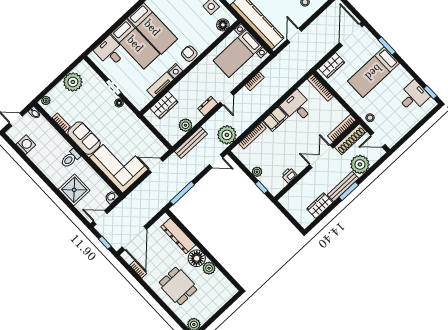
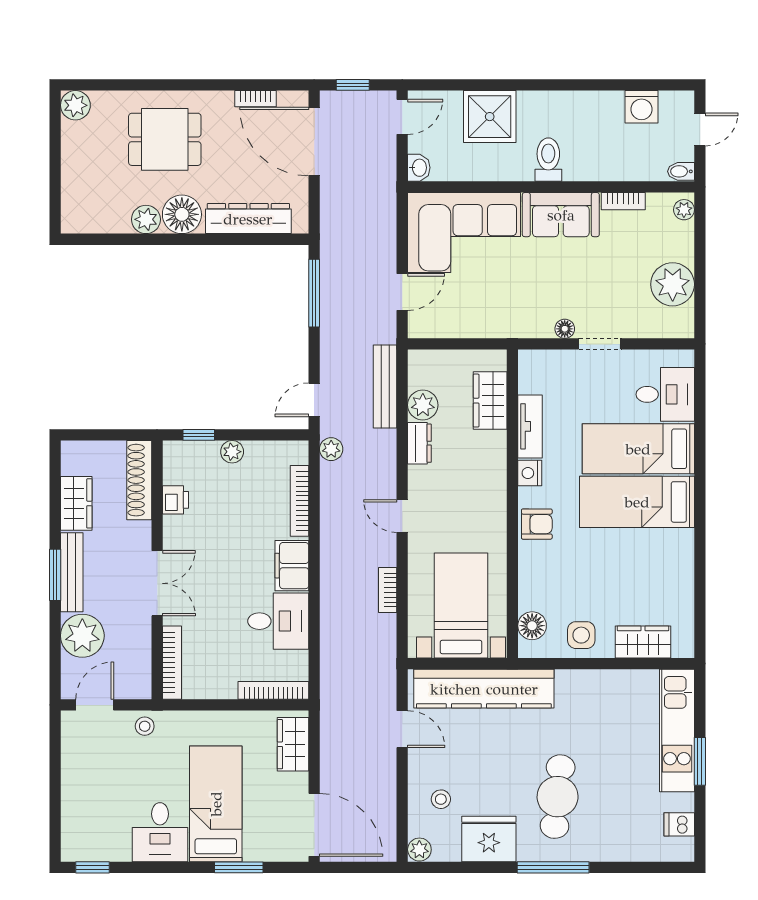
desk: (413, 97) -> (160, 832), moved
dresser: (208, 106) -> (419, 443), moved
plant: (227, 135) -> (331, 449), width x0.53, depth x0.53
shoe rack: (351, 139) -> (139, 480), moved

